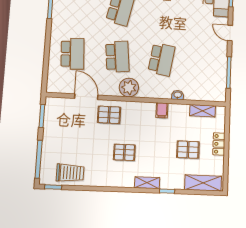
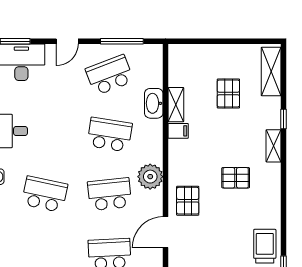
school desk: (205, 62) -> (110, 75), added
washbasin: (178, 95) -> (154, 103), width x1.91, depth x1.45
shelving: (203, 111) -> (176, 105), moved
locker: (219, 144) -> (219, 52), removed
pallet: (124, 152) -> (236, 178), turned 90

